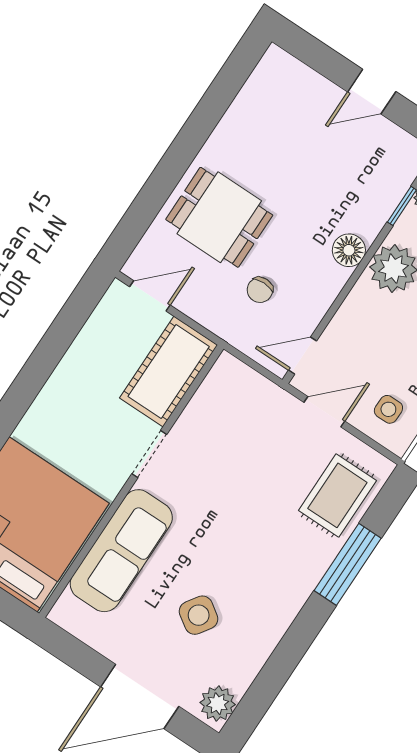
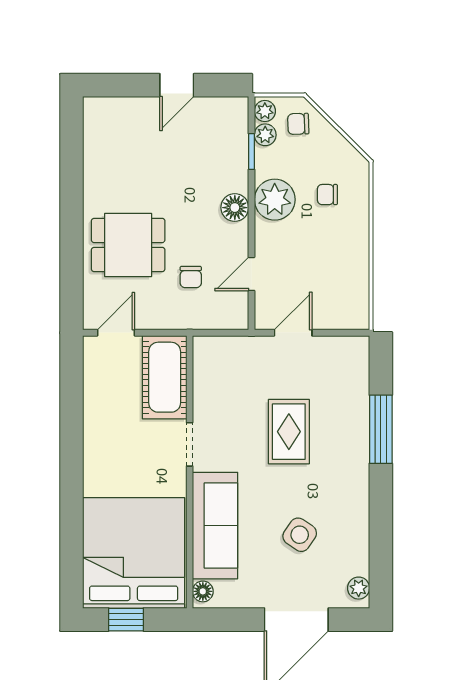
door: (303, 356) -> (251, 274), moved
side table: (388, 409) -> (337, 301), removed
rug: (337, 495) -> (289, 432), moved
floor lamp: (66, 608) -> (203, 591), added
plant: (218, 704) -> (359, 588), width x0.73, depth x0.73

